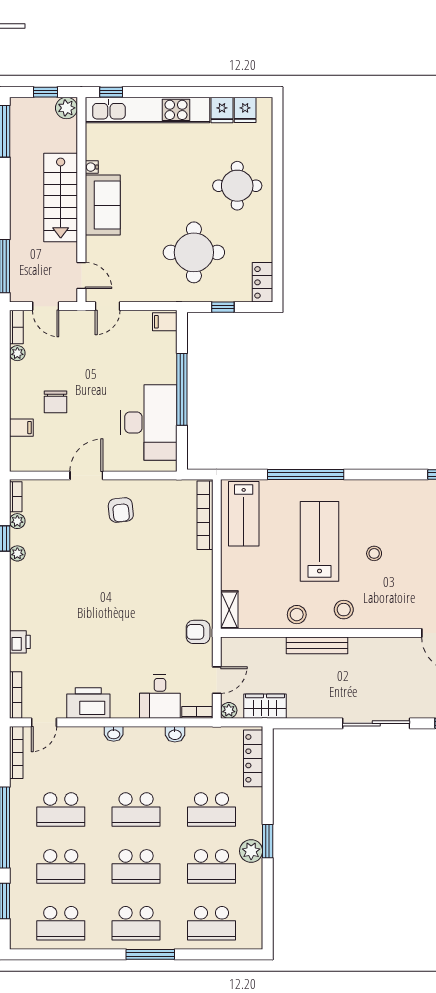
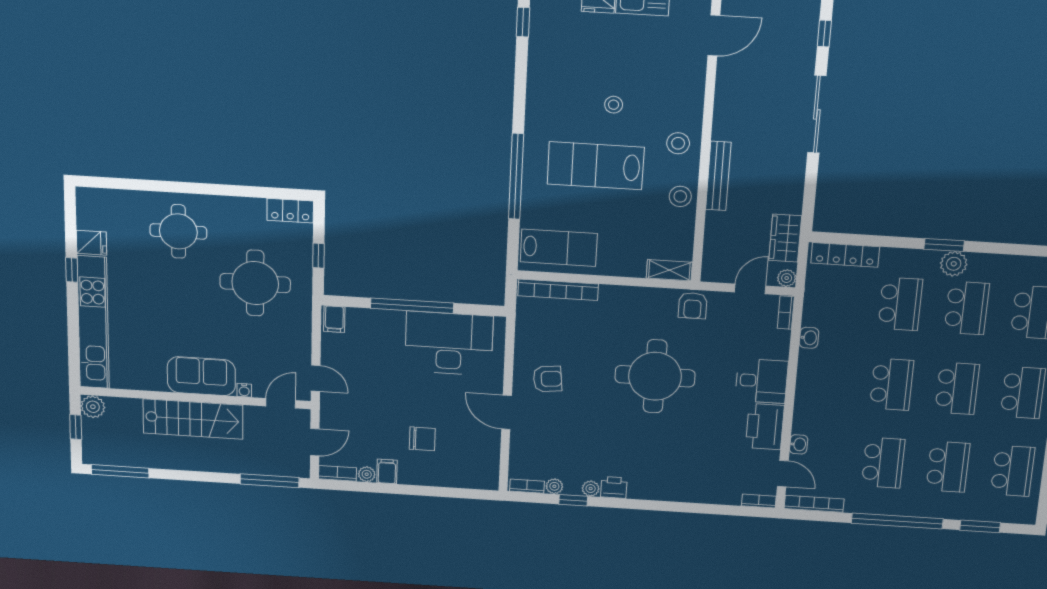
window: (111, 92) -> (72, 270), moved
fridge: (245, 110) -> (91, 217), removed
water cooler: (92, 167) -> (244, 390), moved
filing cabinet: (21, 428) -> (387, 471), moved
round table: (130, 604) -> (655, 376), added
printer: (20, 642) -> (614, 487), moved
door: (217, 680) -> (750, 289), hinge flipped
bookcase: (16, 695) -> (759, 501), width x0.64
desk: (160, 697) -> (762, 381), moved
washbasin: (114, 734) -> (799, 444), moved

